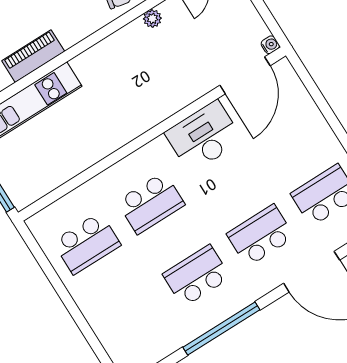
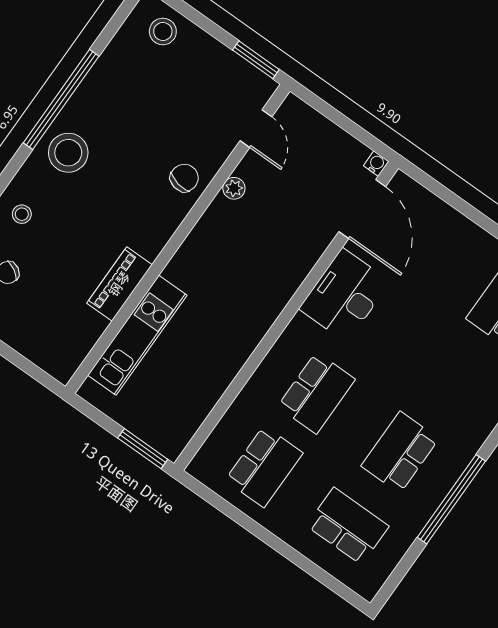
school desk: (261, 235) -> (348, 526), moved, turned 90

